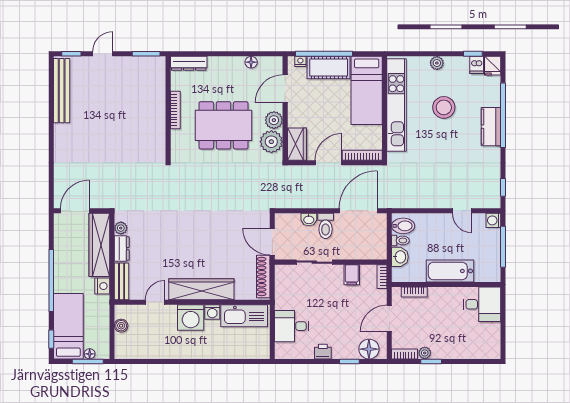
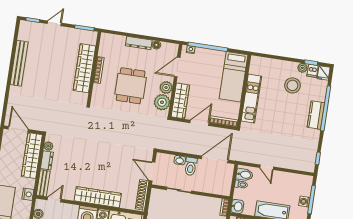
dresser: (189, 63) -> (139, 43), moved
plant: (437, 63) -> (302, 68), moved
cot: (329, 68) -> (210, 57), removed
bench: (62, 91) -> (19, 63), moved
kitchen unit: (396, 105) -> (251, 99), width x0.73
stool: (444, 107) -> (292, 85), moved
wardrobe: (155, 111) -> (84, 68), added
dining table: (223, 125) -> (131, 86), width x0.73
wardrobe: (297, 144) -> (180, 101), width x1.50
door: (75, 211) -> (18, 129), hinge flipped
door: (462, 211) -> (267, 167), moved
washing machine: (493, 220) -> (304, 201), moved
washbasin: (400, 257) -> (237, 206), moved
filing cabinet: (352, 275) -> (204, 203), removed
nightstand: (102, 286) -> (28, 194), moved
door: (155, 302) -> (54, 200), moved

